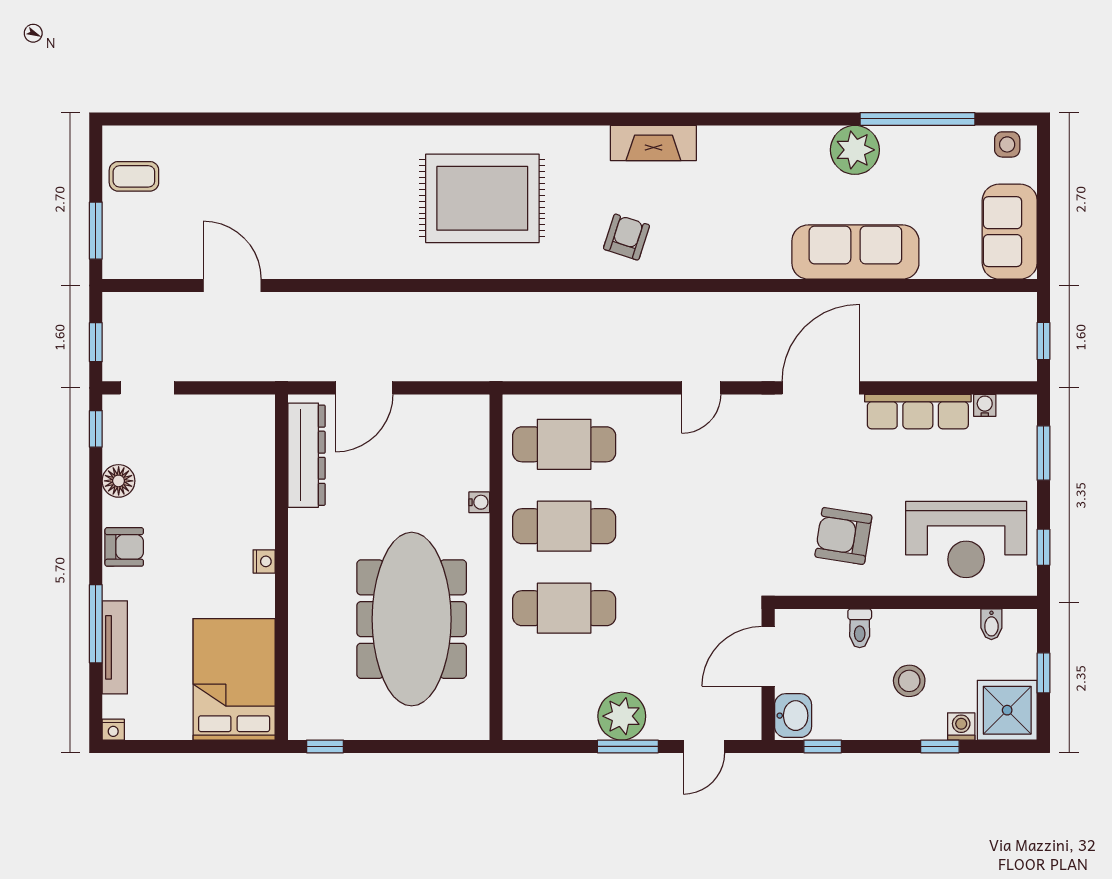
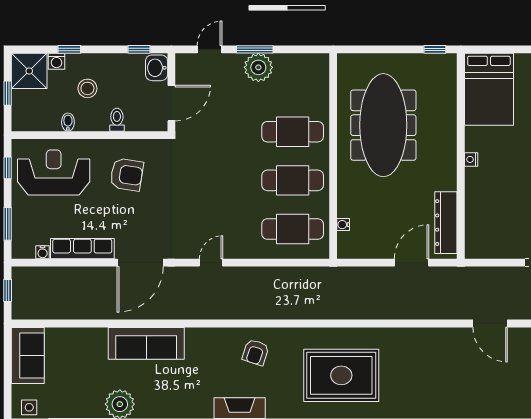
sofa: (855, 252) -> (146, 343), moved
water cooler: (479, 502) -> (343, 225), moved
bidet: (991, 624) -> (68, 122), moved

